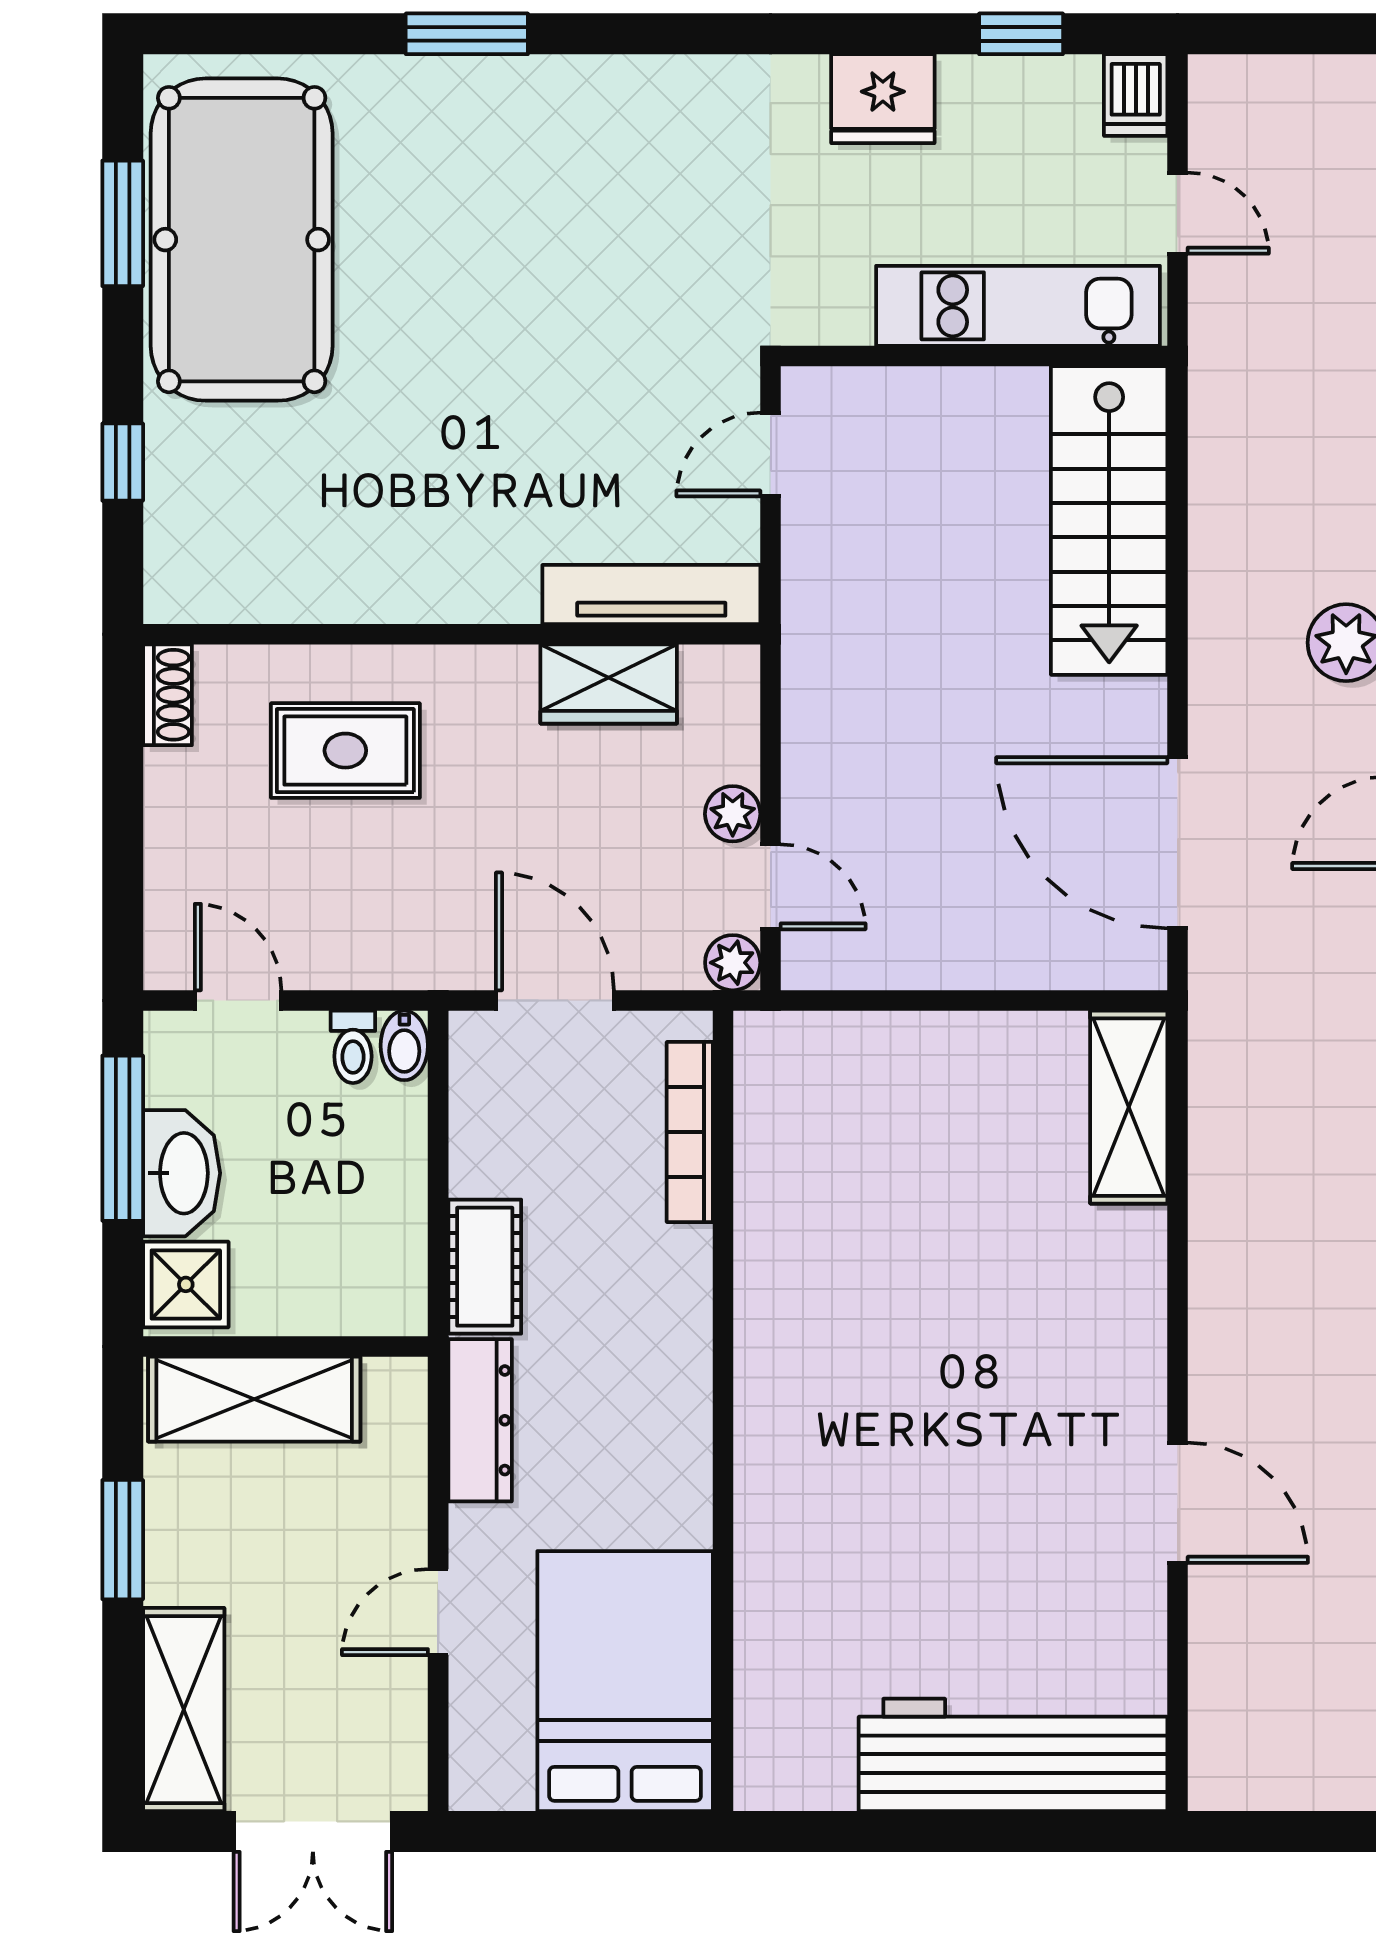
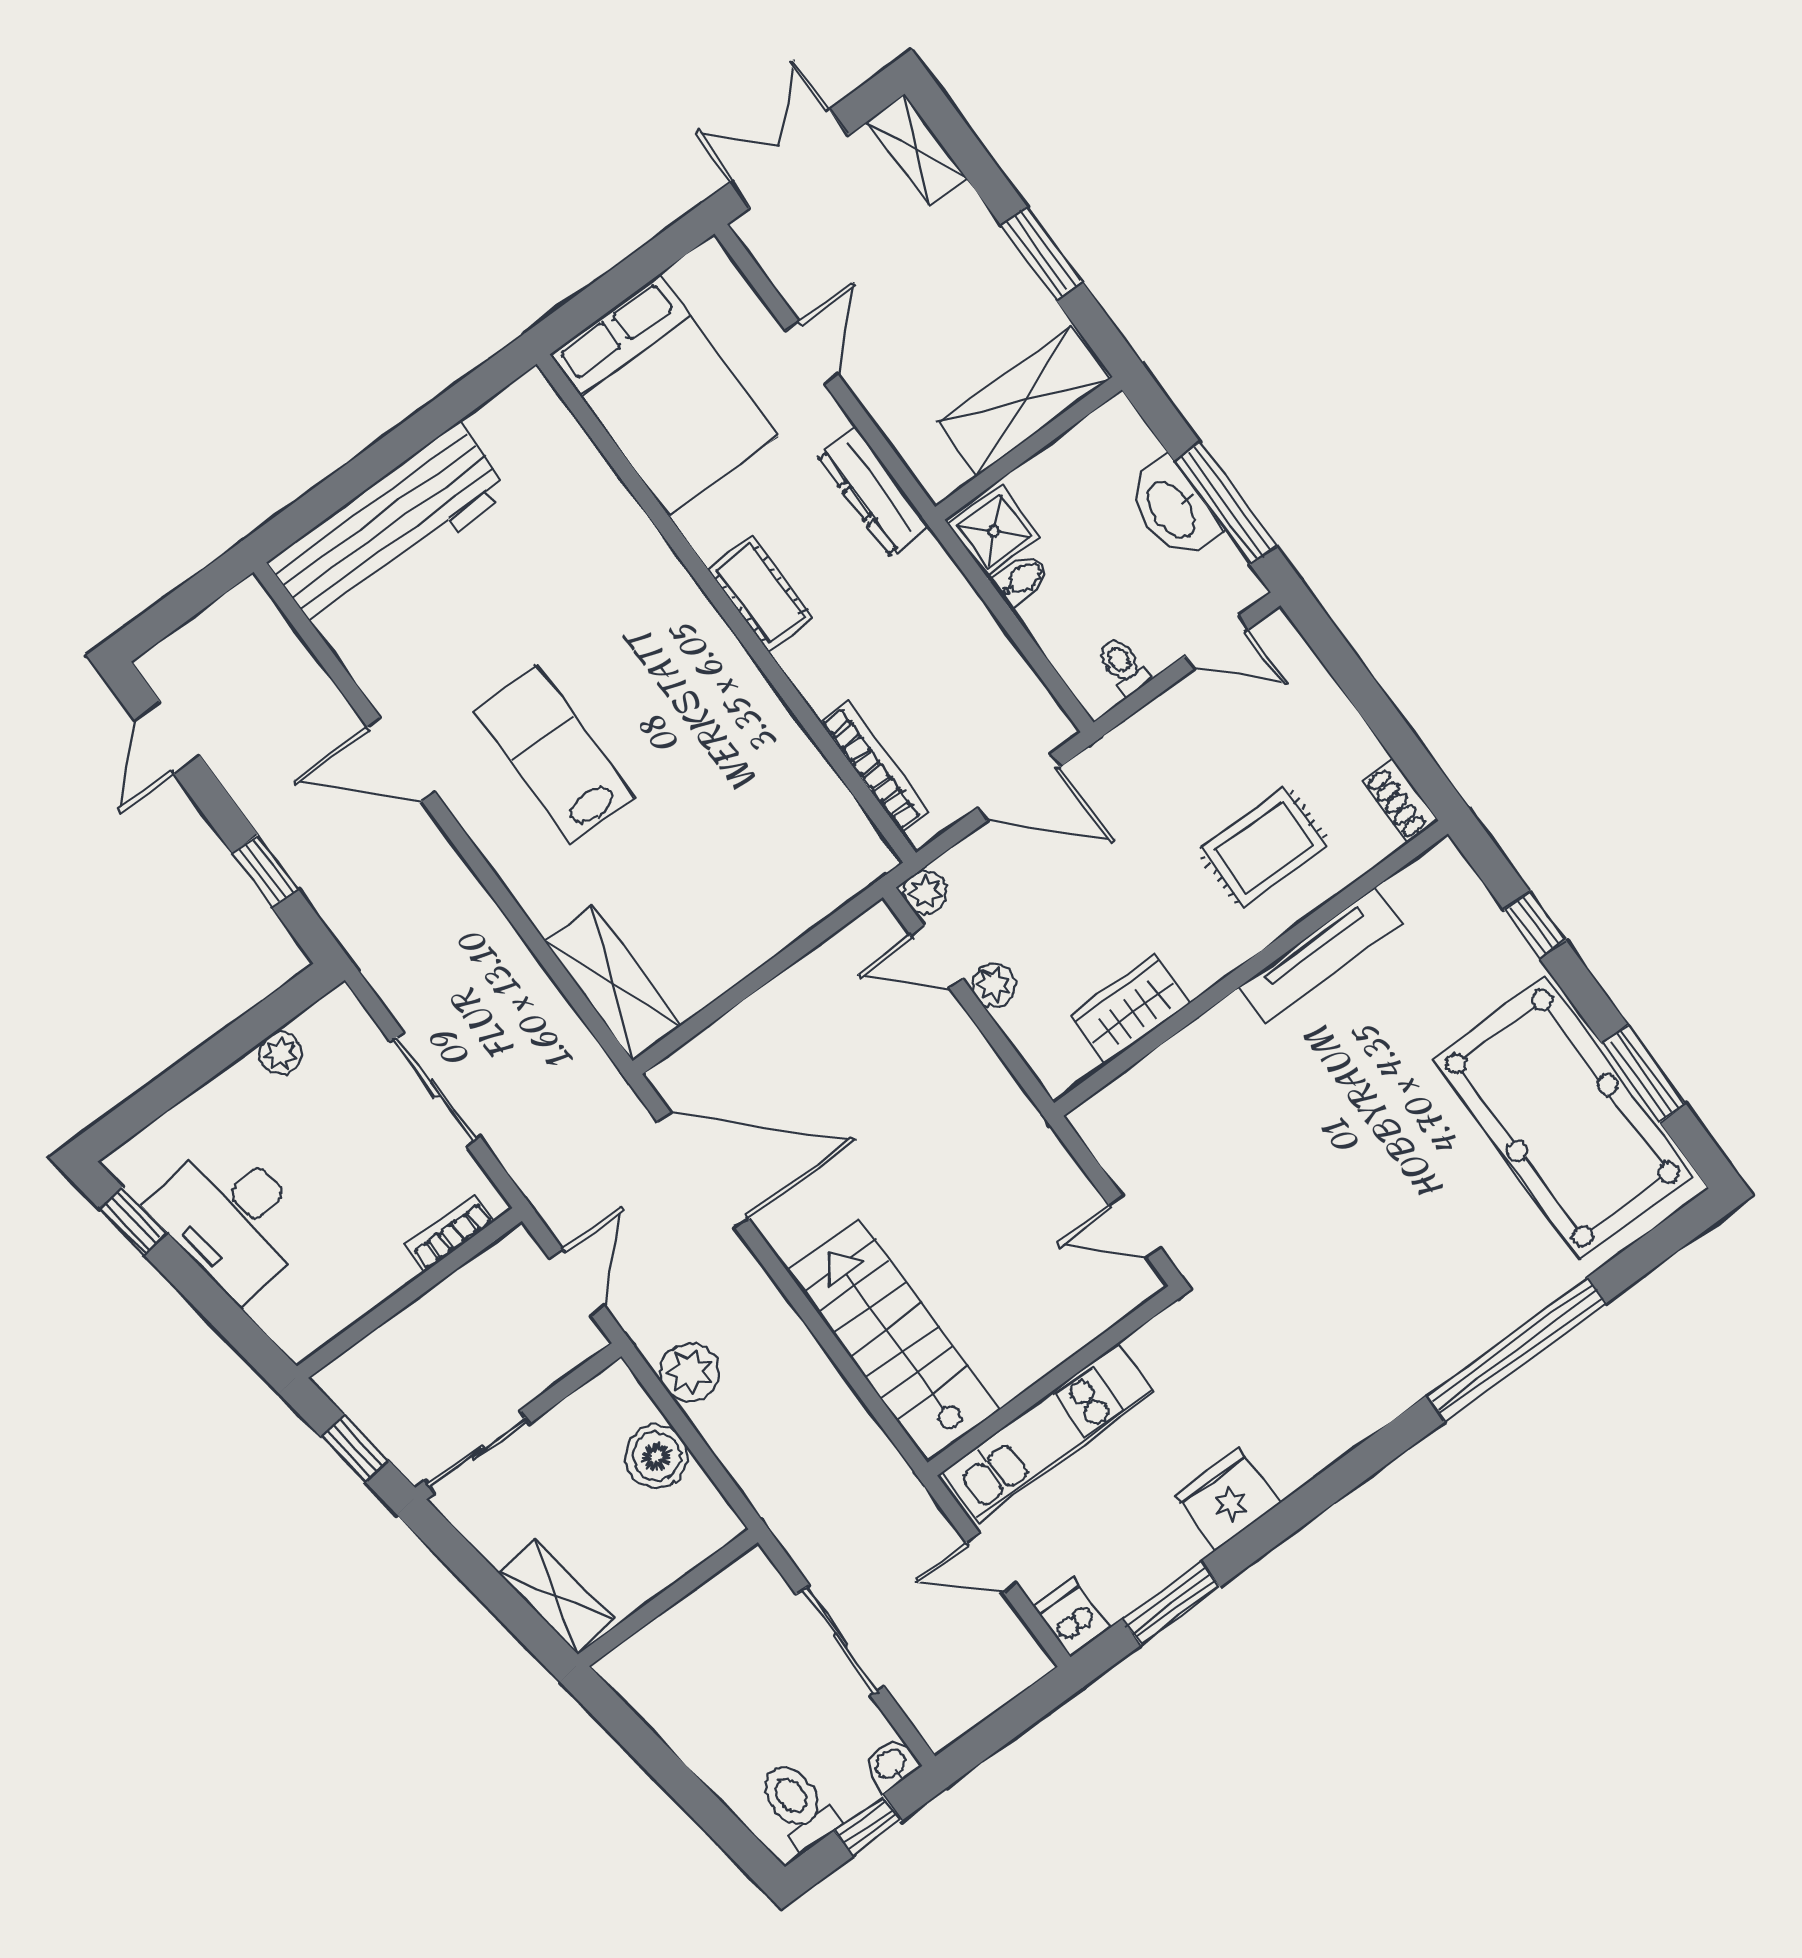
window: (467, 34) -> (1516, 1349), width x2.11
window: (1021, 34) -> (1171, 1603), width x1.50
door: (771, 455) -> (1135, 1226), swing flipped
tv unit: (651, 594) -> (1321, 955), moved
bidet: (404, 1045) -> (1022, 580), moved, turned 90
cot: (485, 1267) -> (760, 594), moved
shower: (186, 1284) -> (994, 531), moved
lab bench: (1014, 1391) -> (554, 754), added
shelving: (184, 1710) -> (917, 150), width x0.67, depth x0.75

